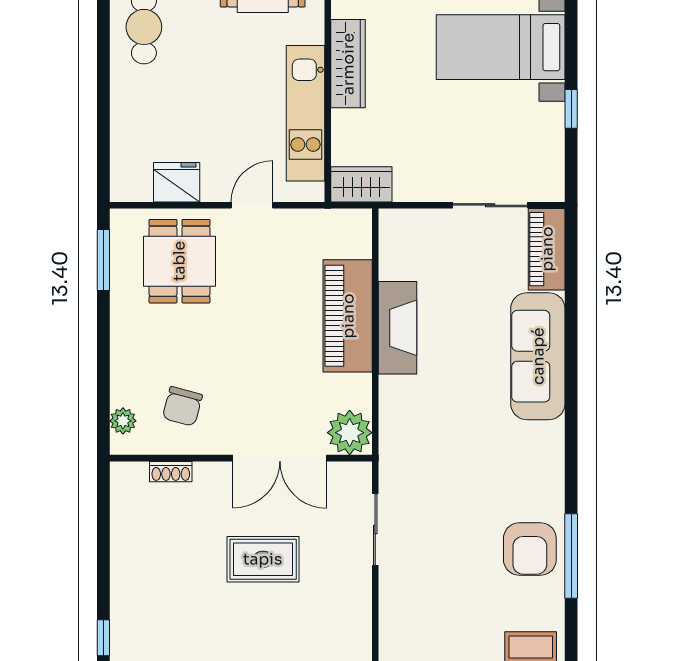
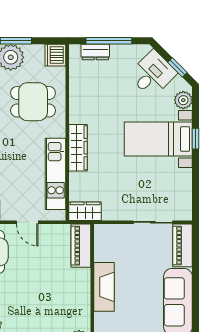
window: (571, 109) -> (196, 139), moved
door: (252, 205) -> (27, 222), swing flipped
piano: (348, 316) -> (81, 246), moved, width x0.73, depth x0.75

